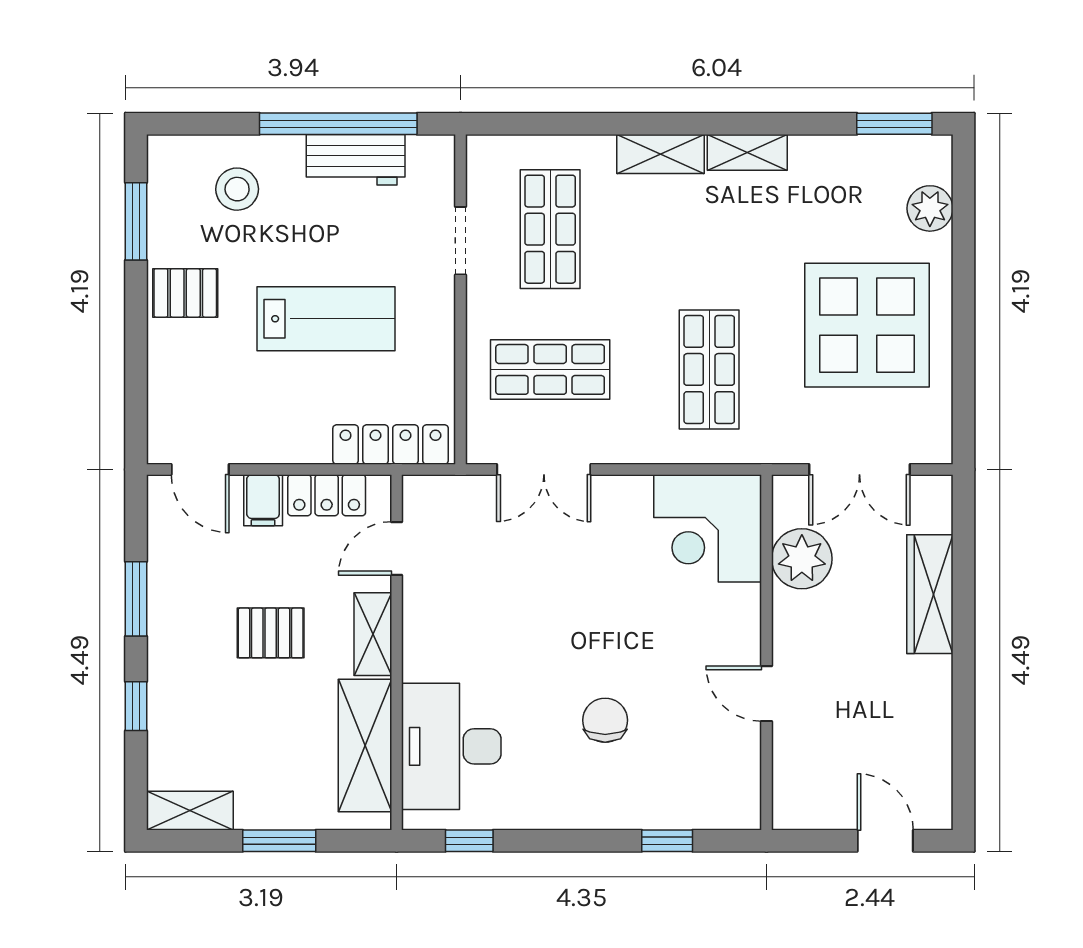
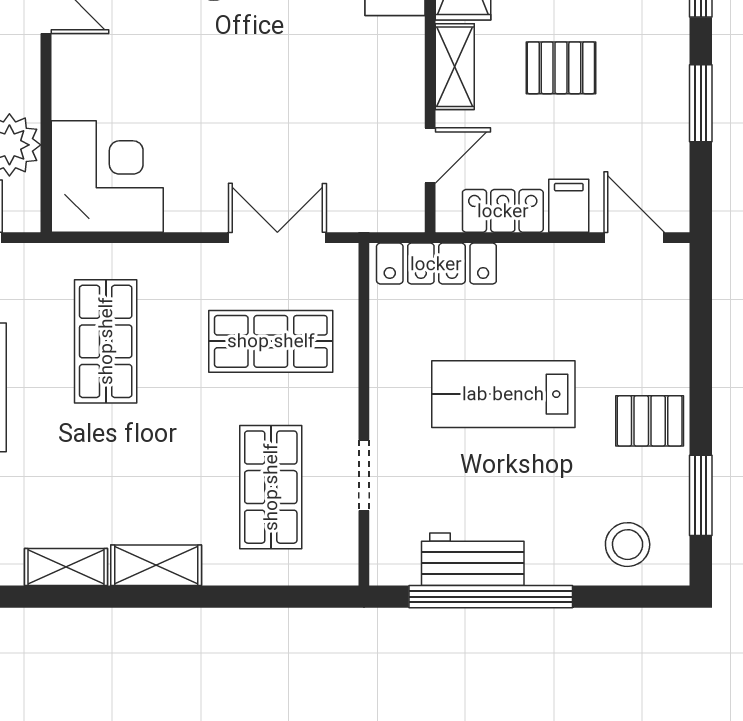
stool: (237, 189) -> (628, 545), moved

